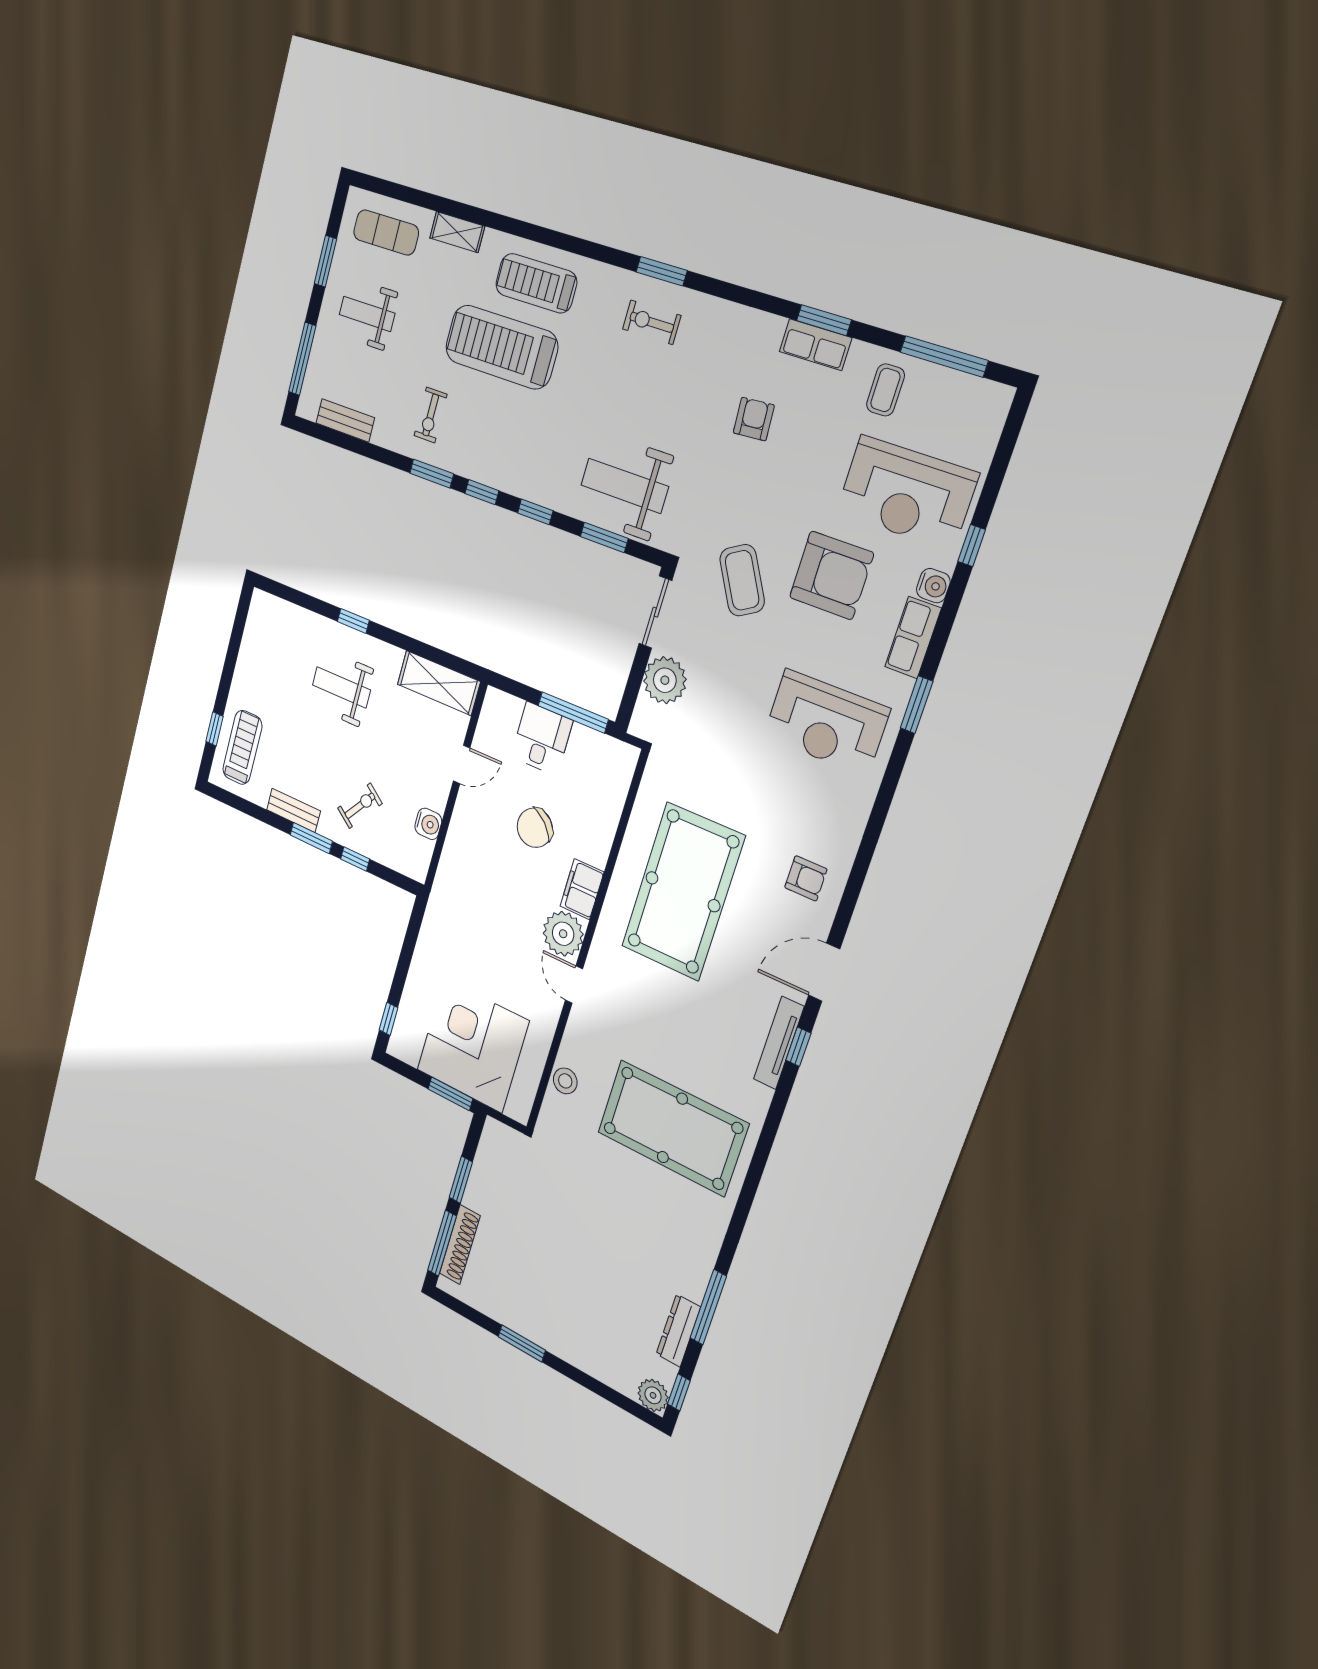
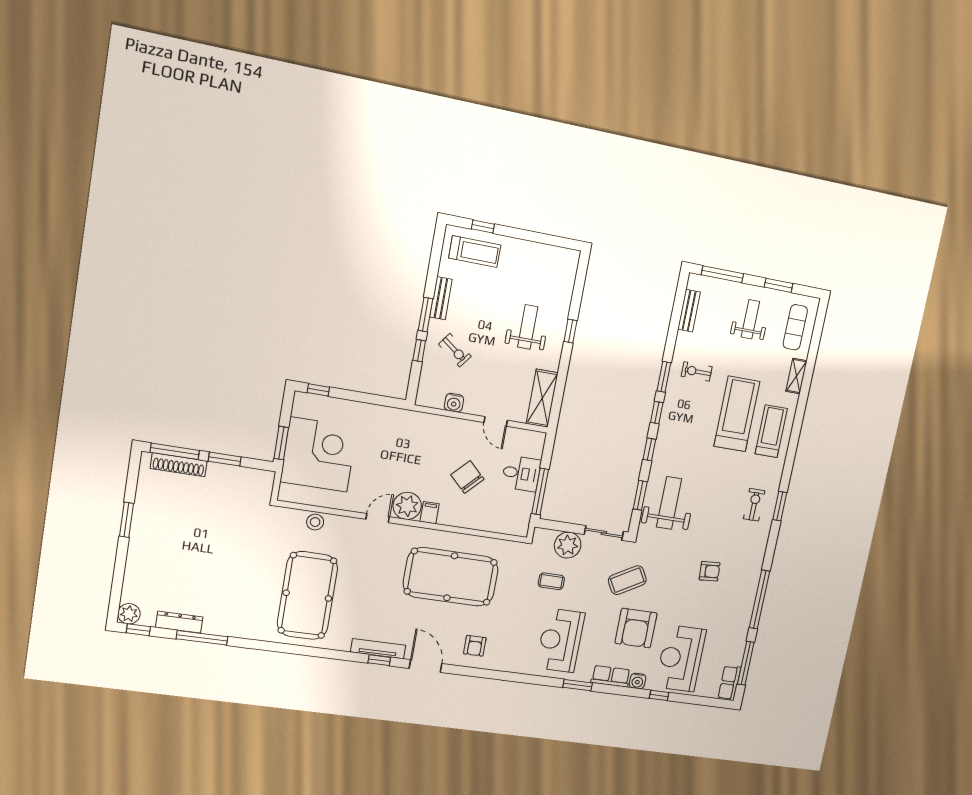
window: (824, 320) -> (760, 600), width x2.11
row of seats: (815, 345) -> (729, 683), moved
coffee table: (885, 390) -> (551, 581), moved
filing cabinet: (582, 889) -> (430, 513), width x0.50

